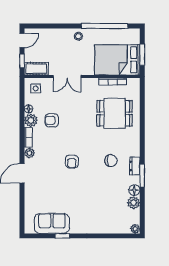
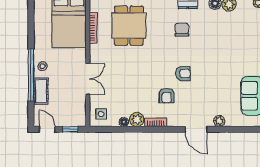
window: (105, 26) -> (31, 75), moved
cot: (36, 69) -> (41, 91), moved
armchair: (52, 120) -> (167, 96), moved
plant: (29, 153) -> (219, 121), moved

